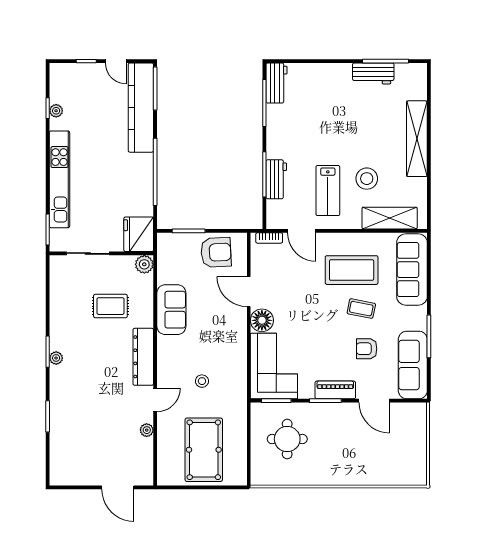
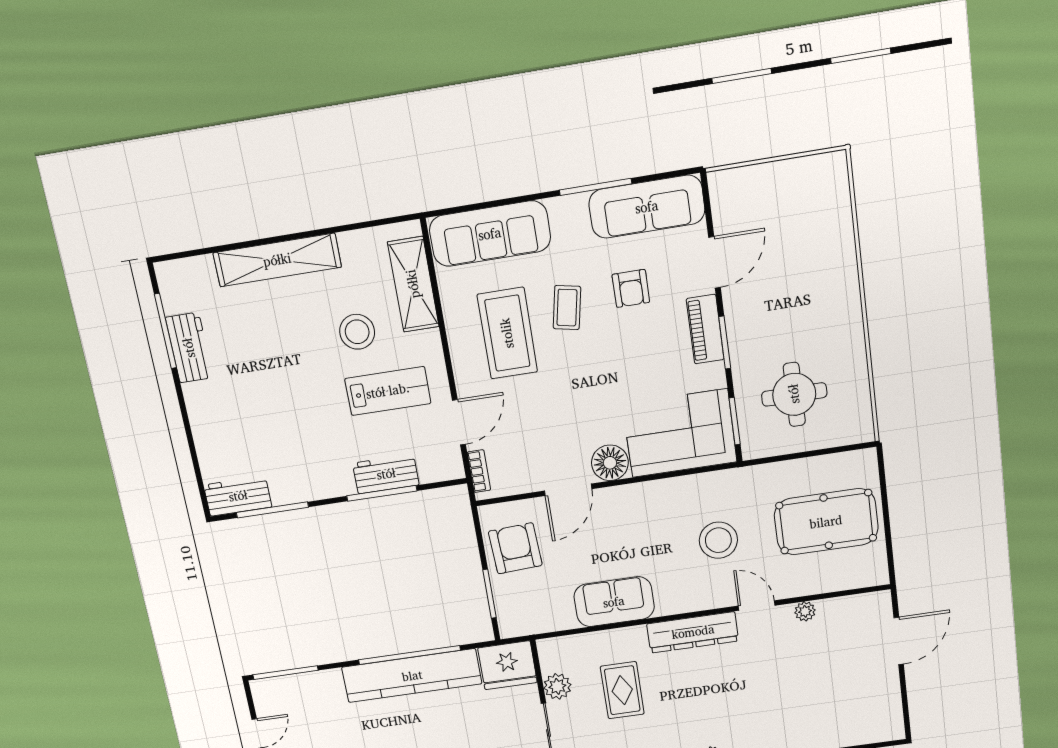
kitchen counter: (141, 108) -> (412, 676), moved
plant: (144, 264) -> (557, 686), moved
stool: (202, 381) -> (718, 540), width x1.89, depth x1.89

